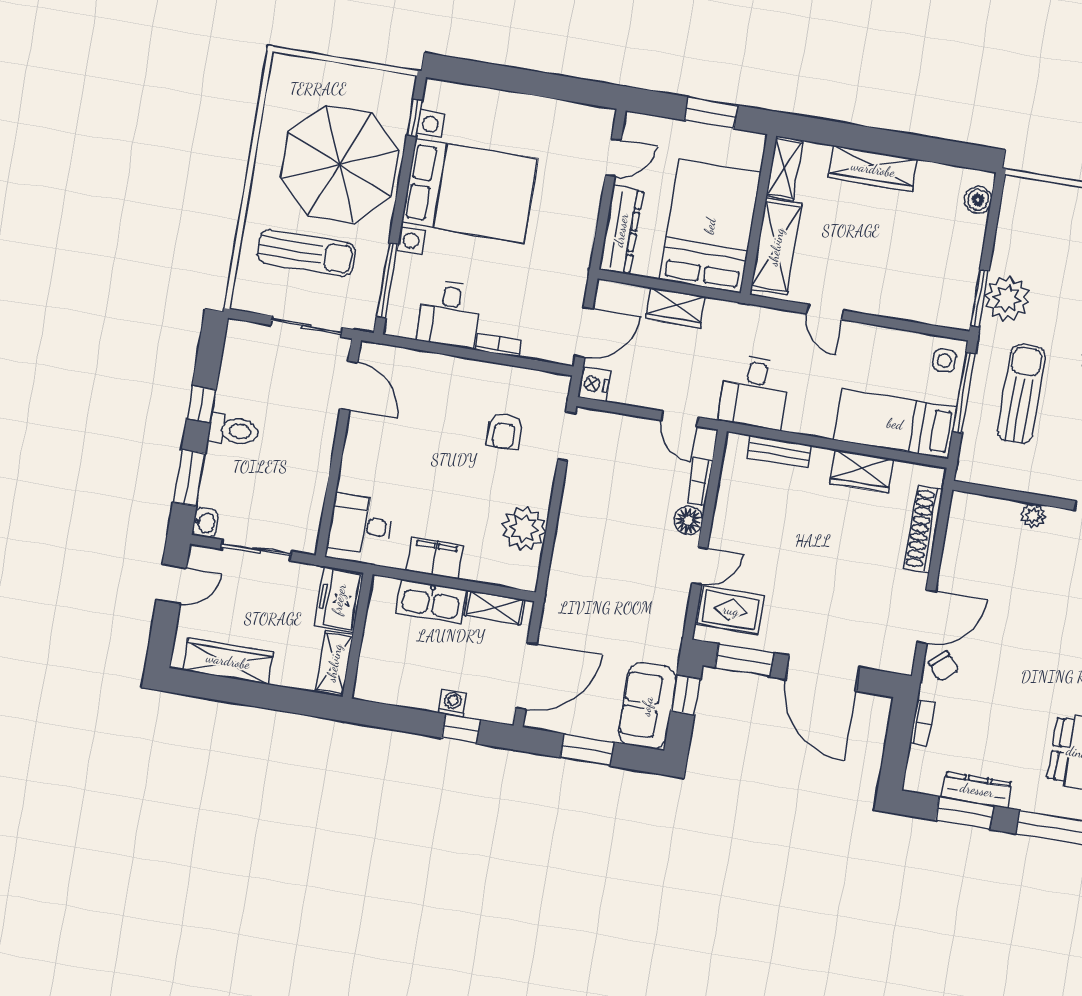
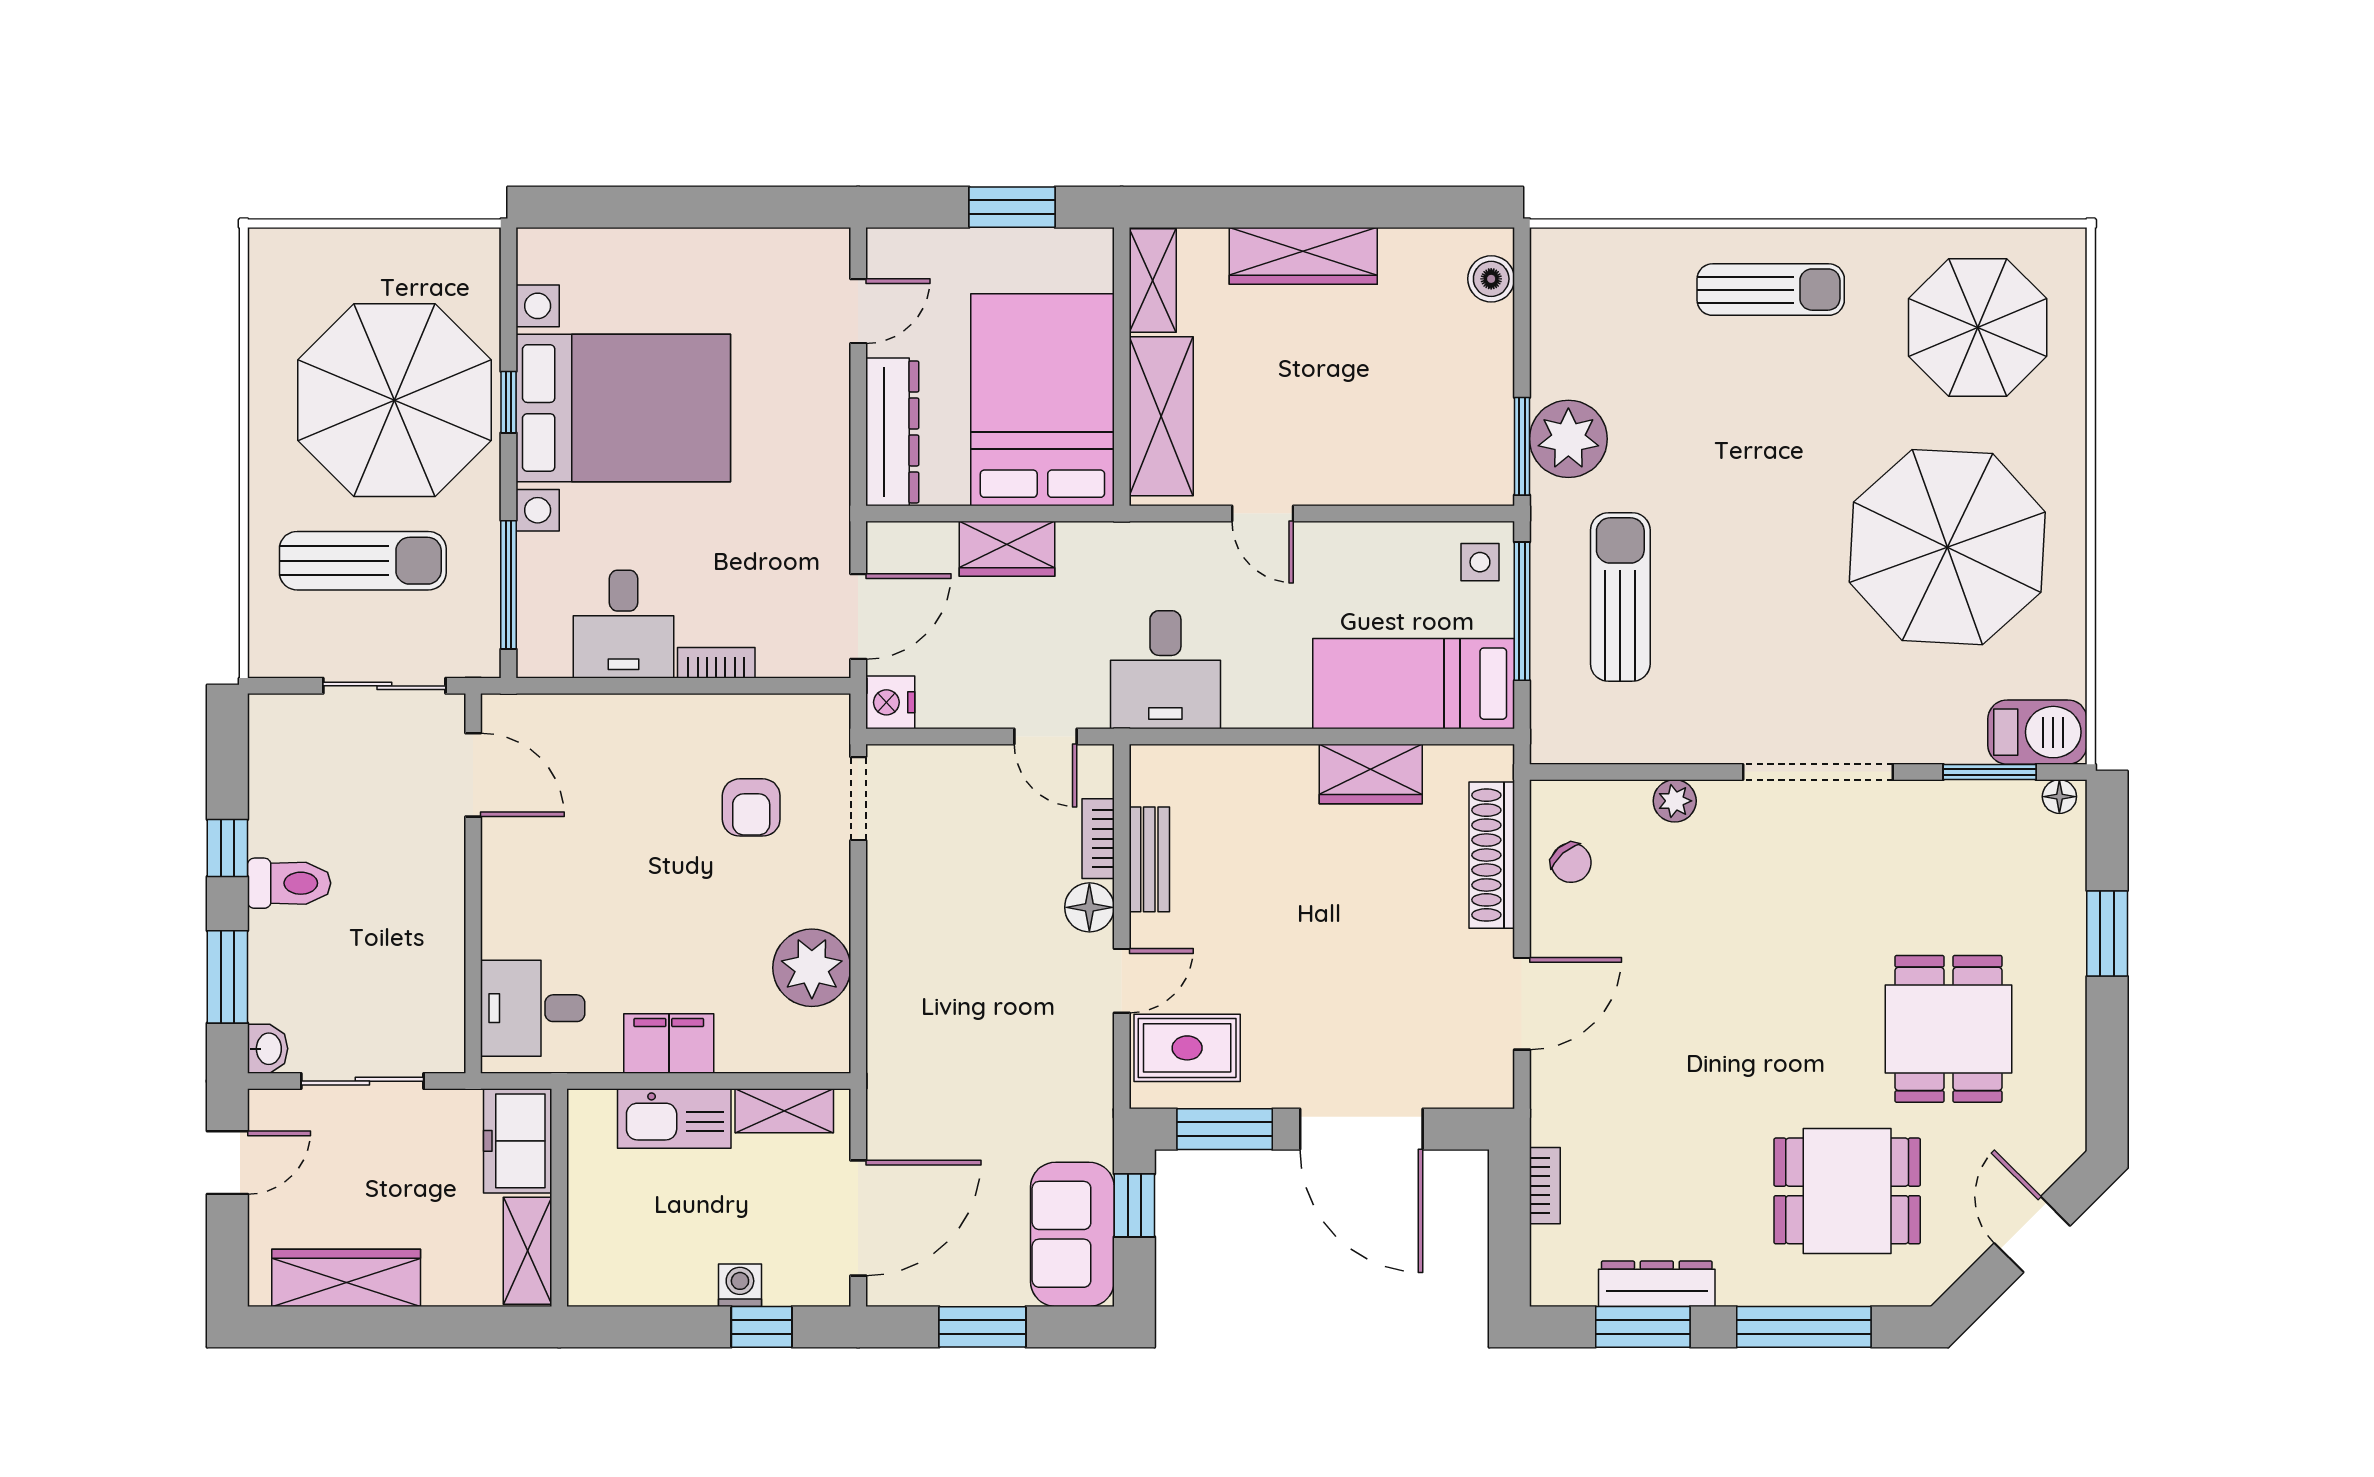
window: (414, 118) -> (509, 402), moved
bench: (779, 451) -> (1149, 859), moved, turned 90
chair: (944, 666) -> (1571, 863), moved

